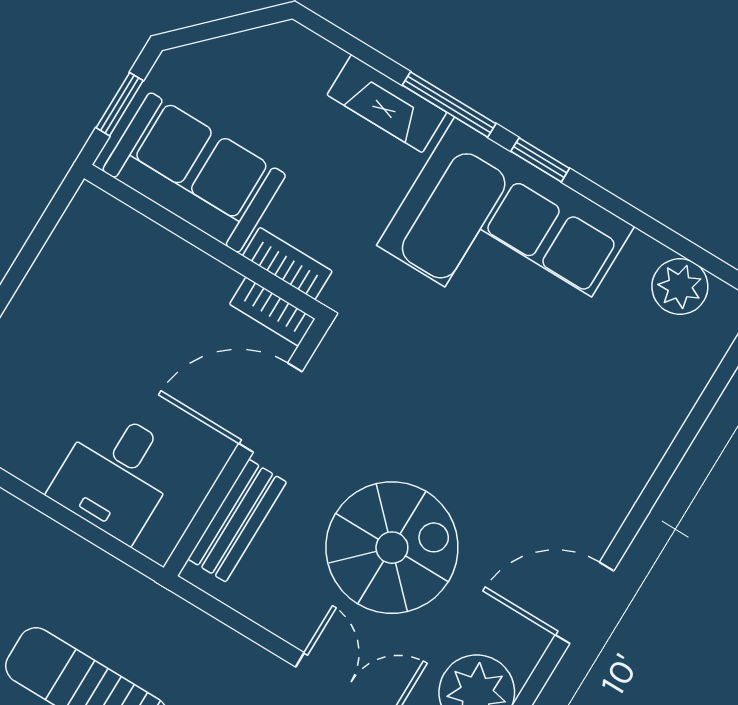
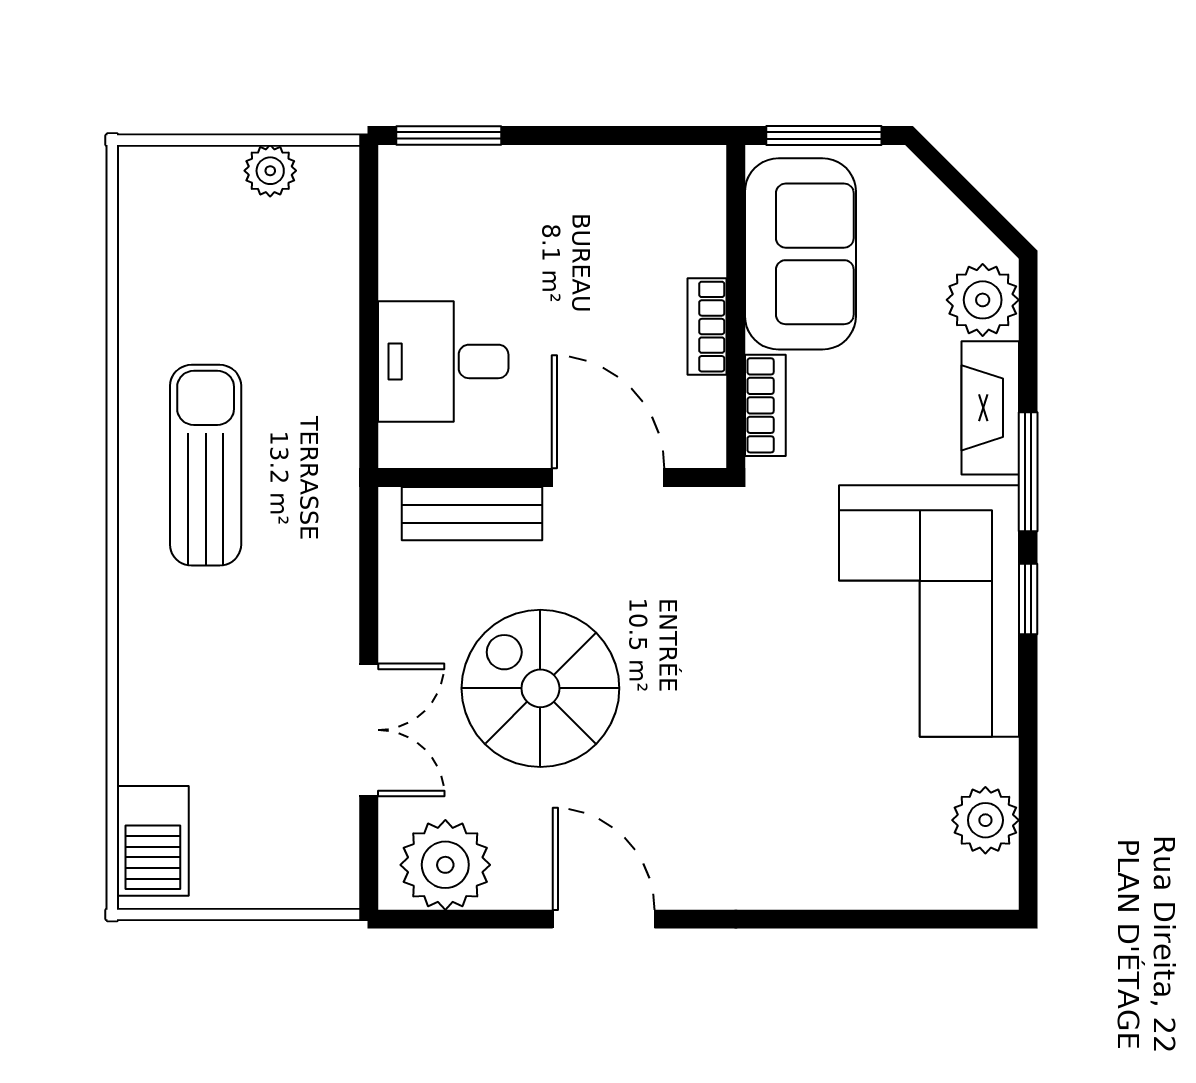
plant: (306, 62) -> (983, 300), added
window: (120, 104) -> (824, 135), width x1.50
bookcase: (272, 312) -> (707, 327), moved
spiral stairs: (392, 548) -> (540, 688), turned 180

